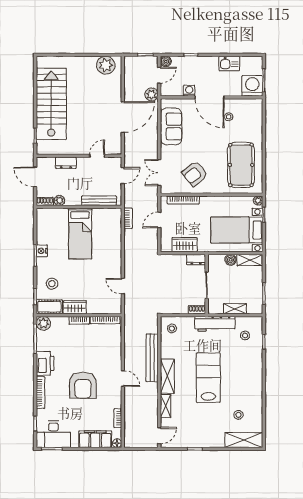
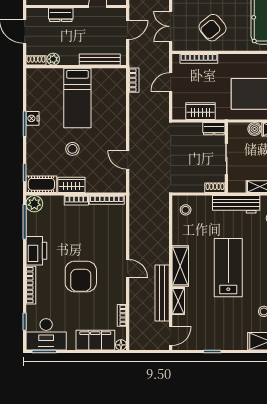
stool: (52, 284) -> (72, 149), moved
bench: (152, 358) -> (162, 293), moved

